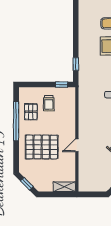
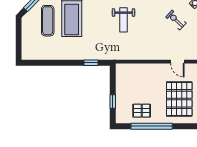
window: (62, 85) -> (113, 102), moved
trolley: (49, 103) -> (133, 92), removed

